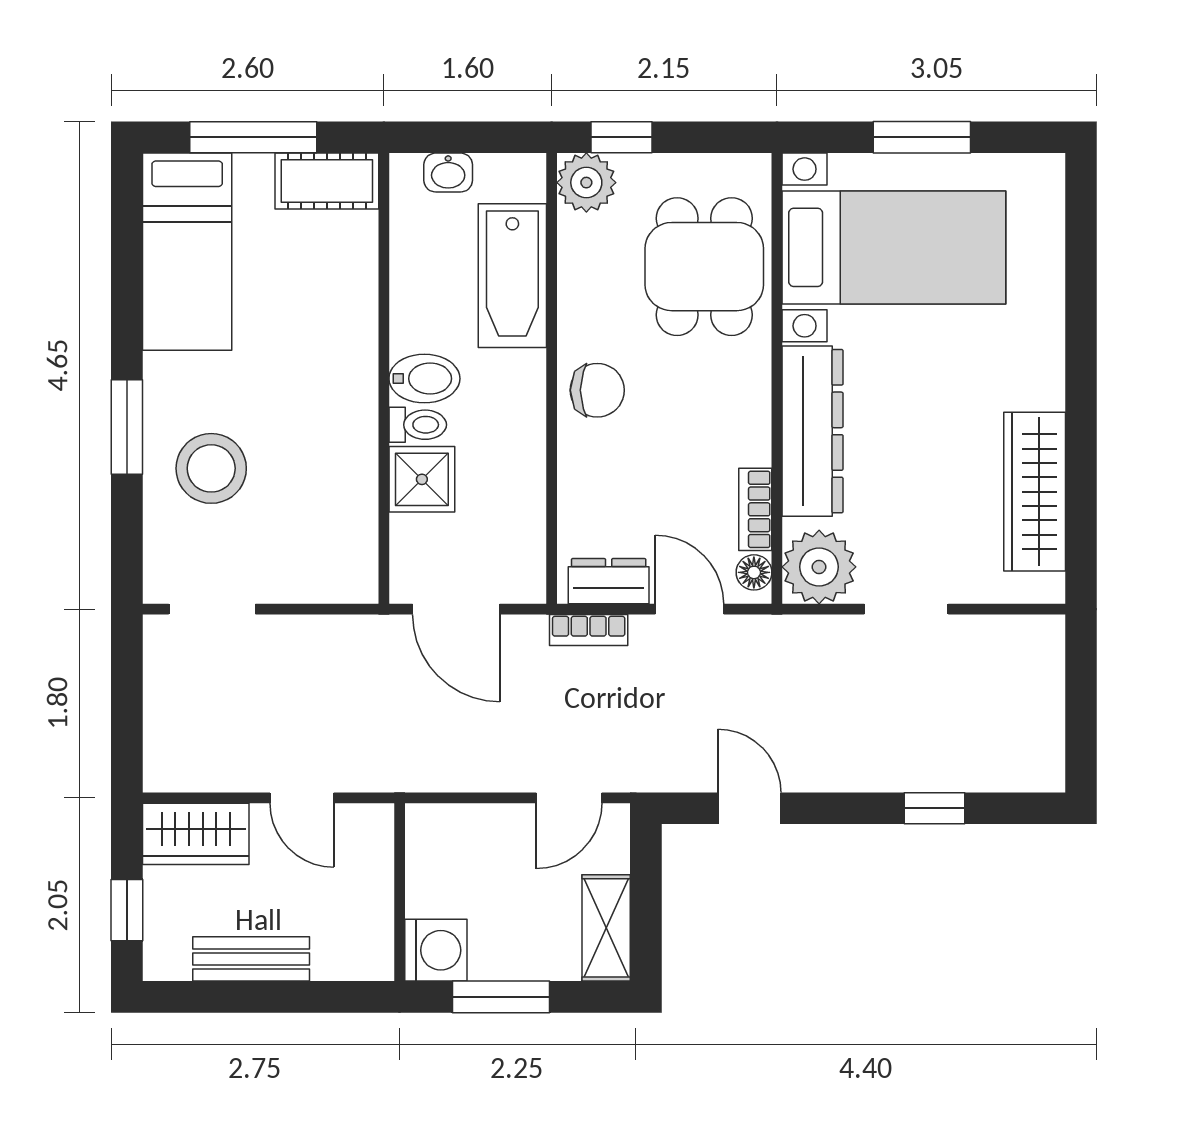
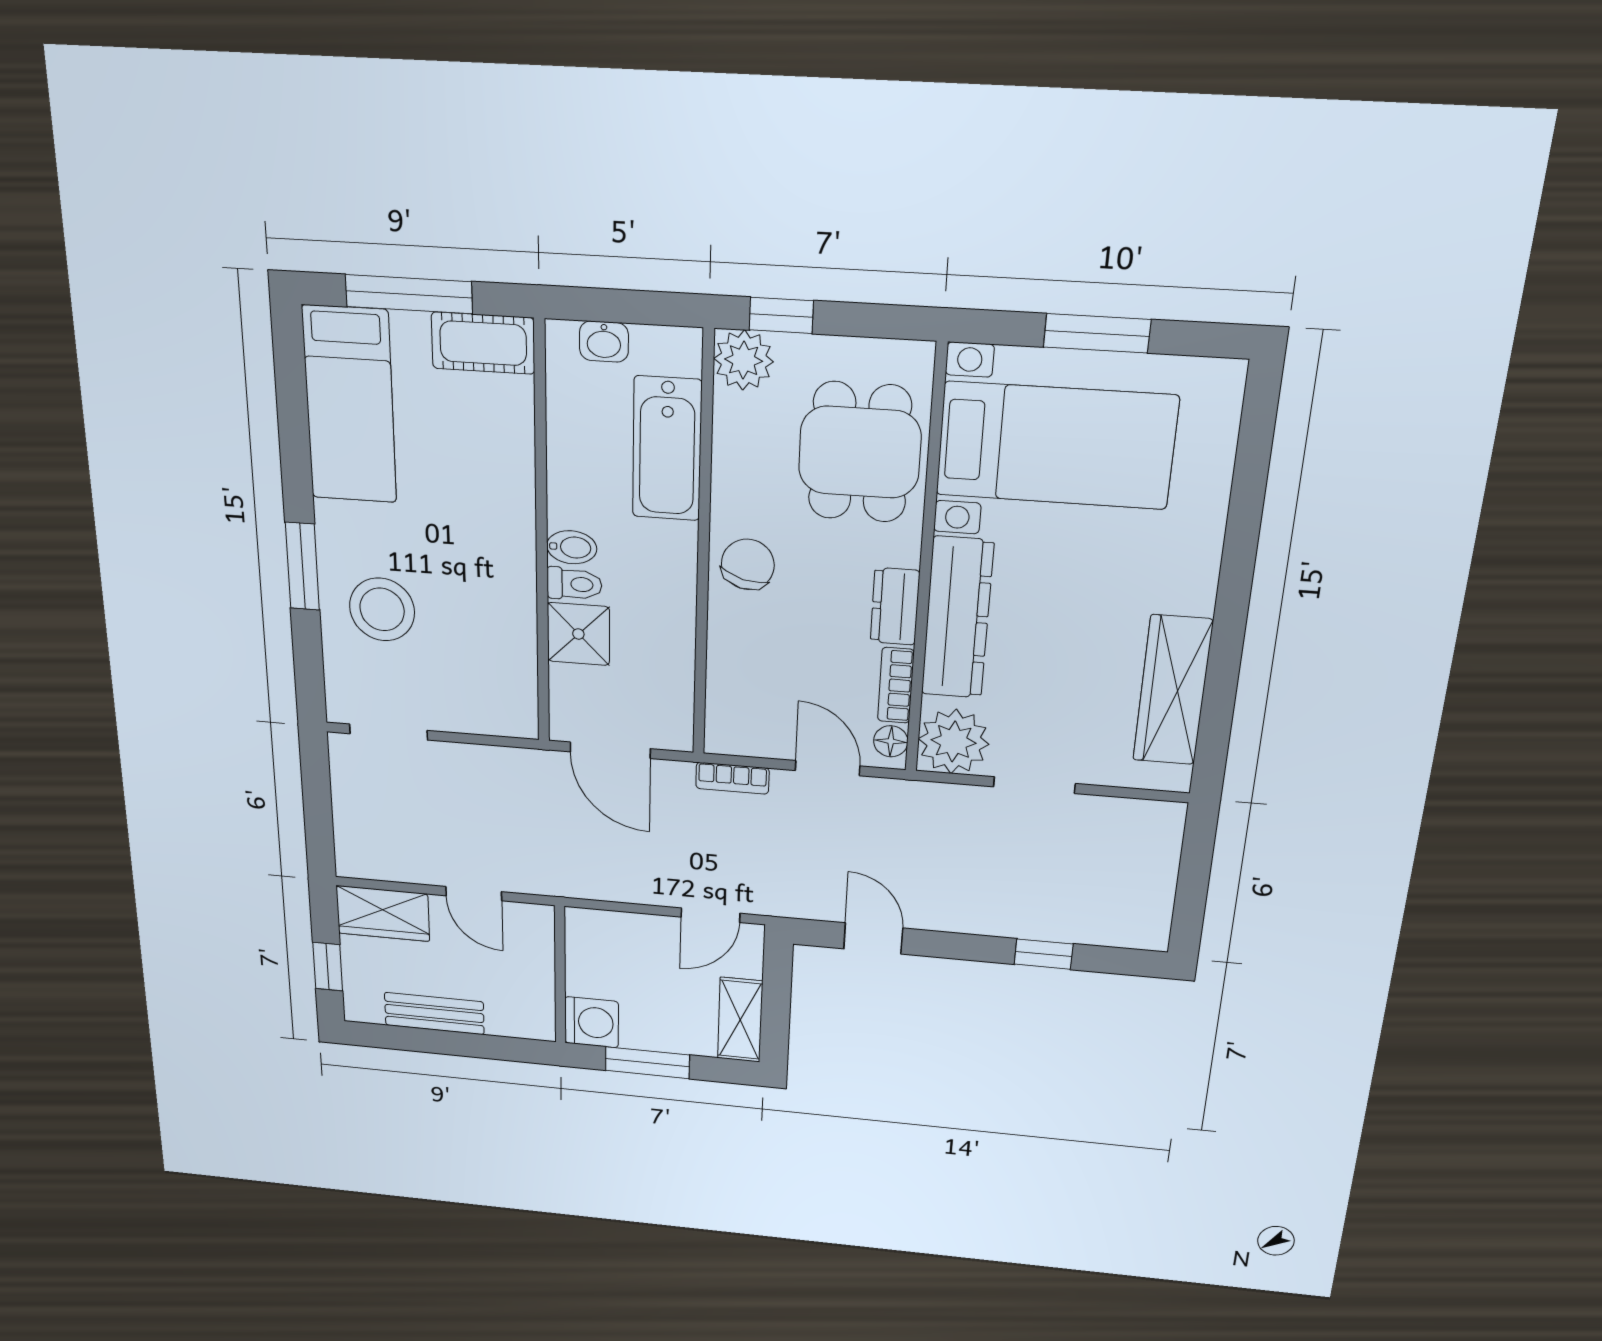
bidet: (424, 379) -> (572, 547), width x0.72, depth x0.74
chair: (597, 390) -> (748, 564), turned -75
dresser: (609, 581) -> (895, 606), moved, turned -90

